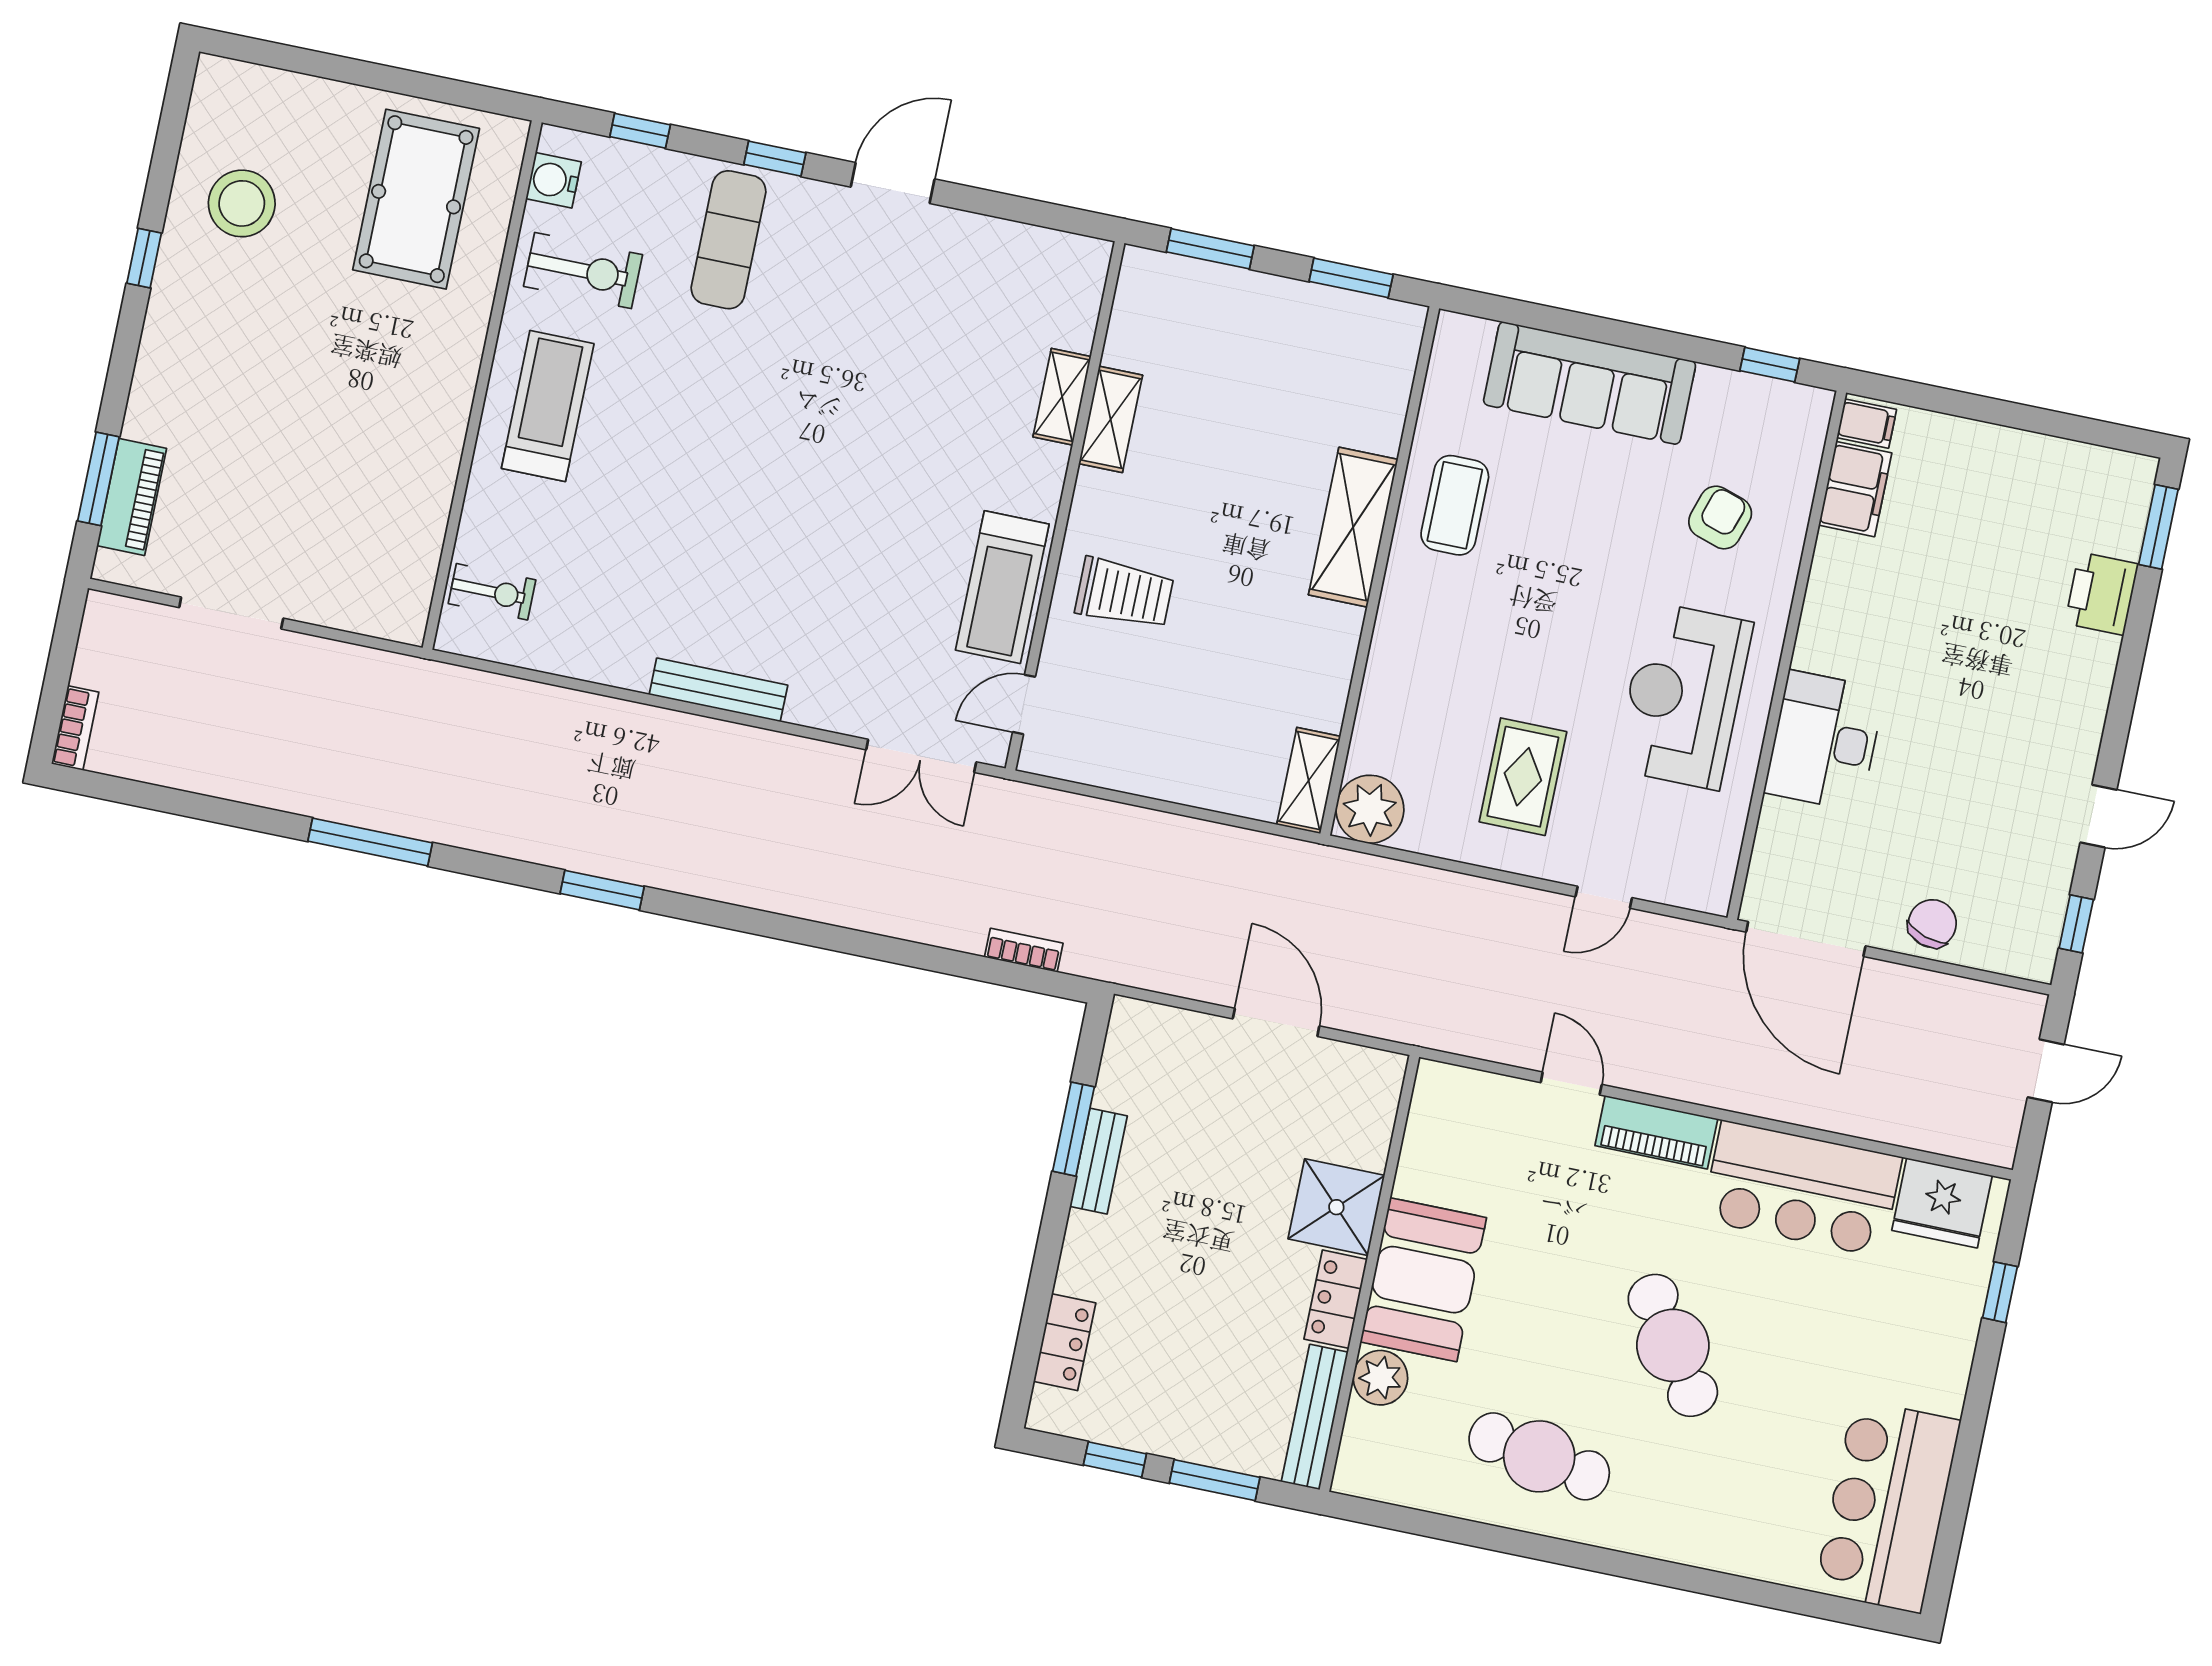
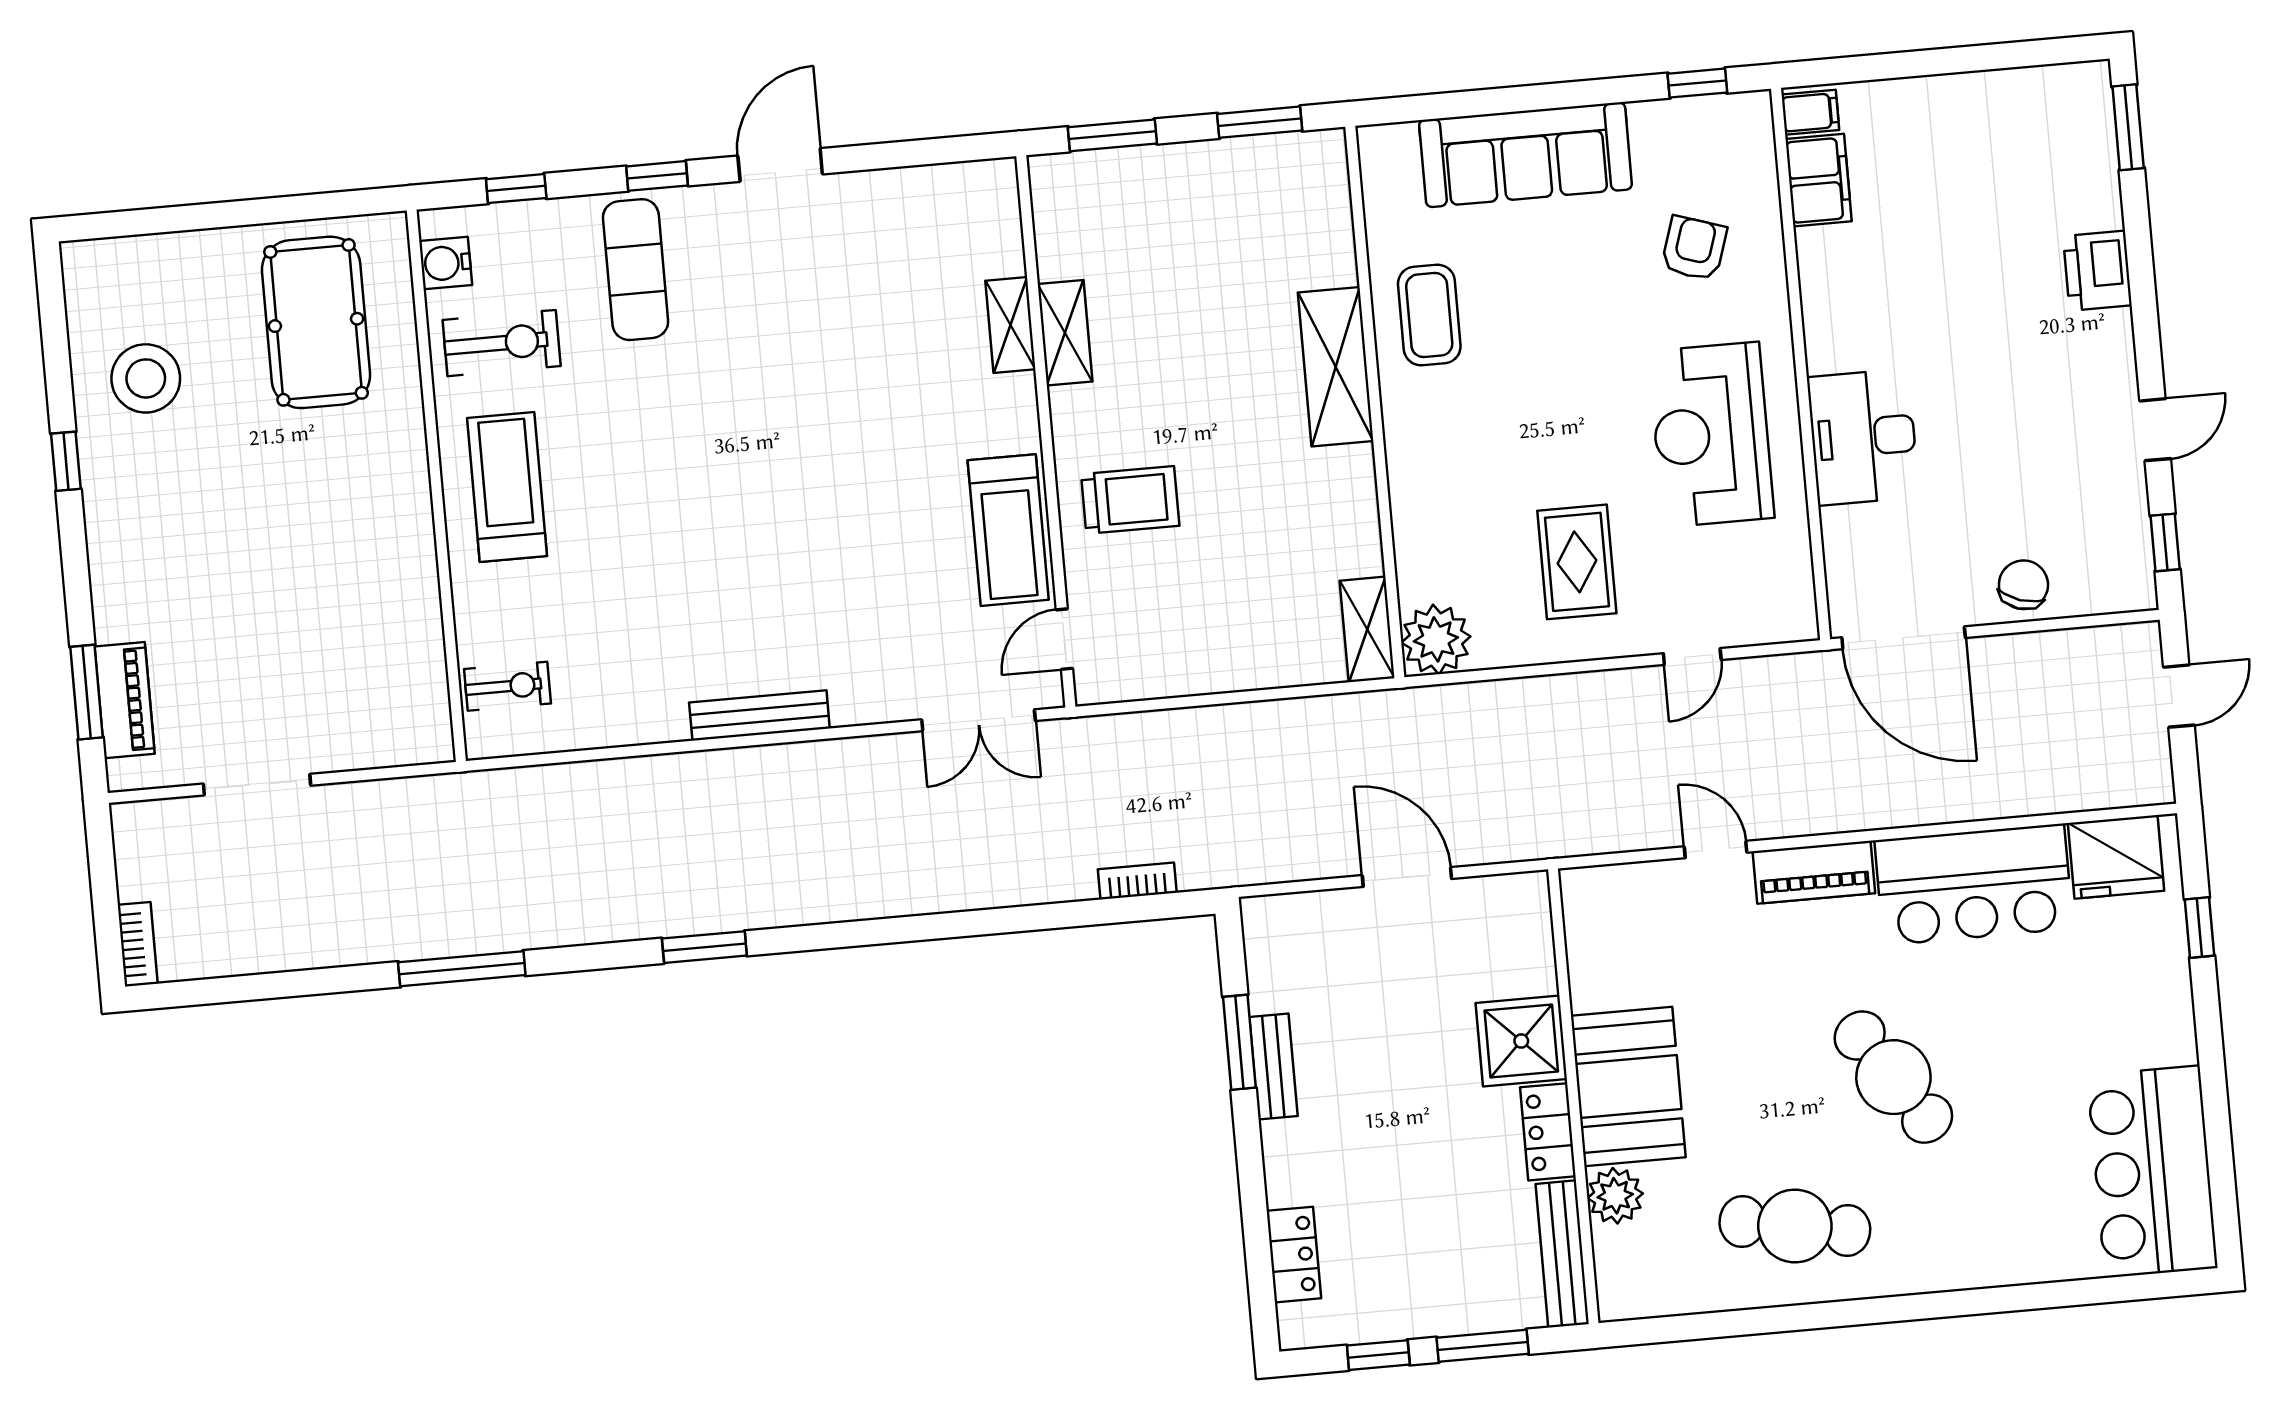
printer: (2102, 594) -> (2097, 271), moved

